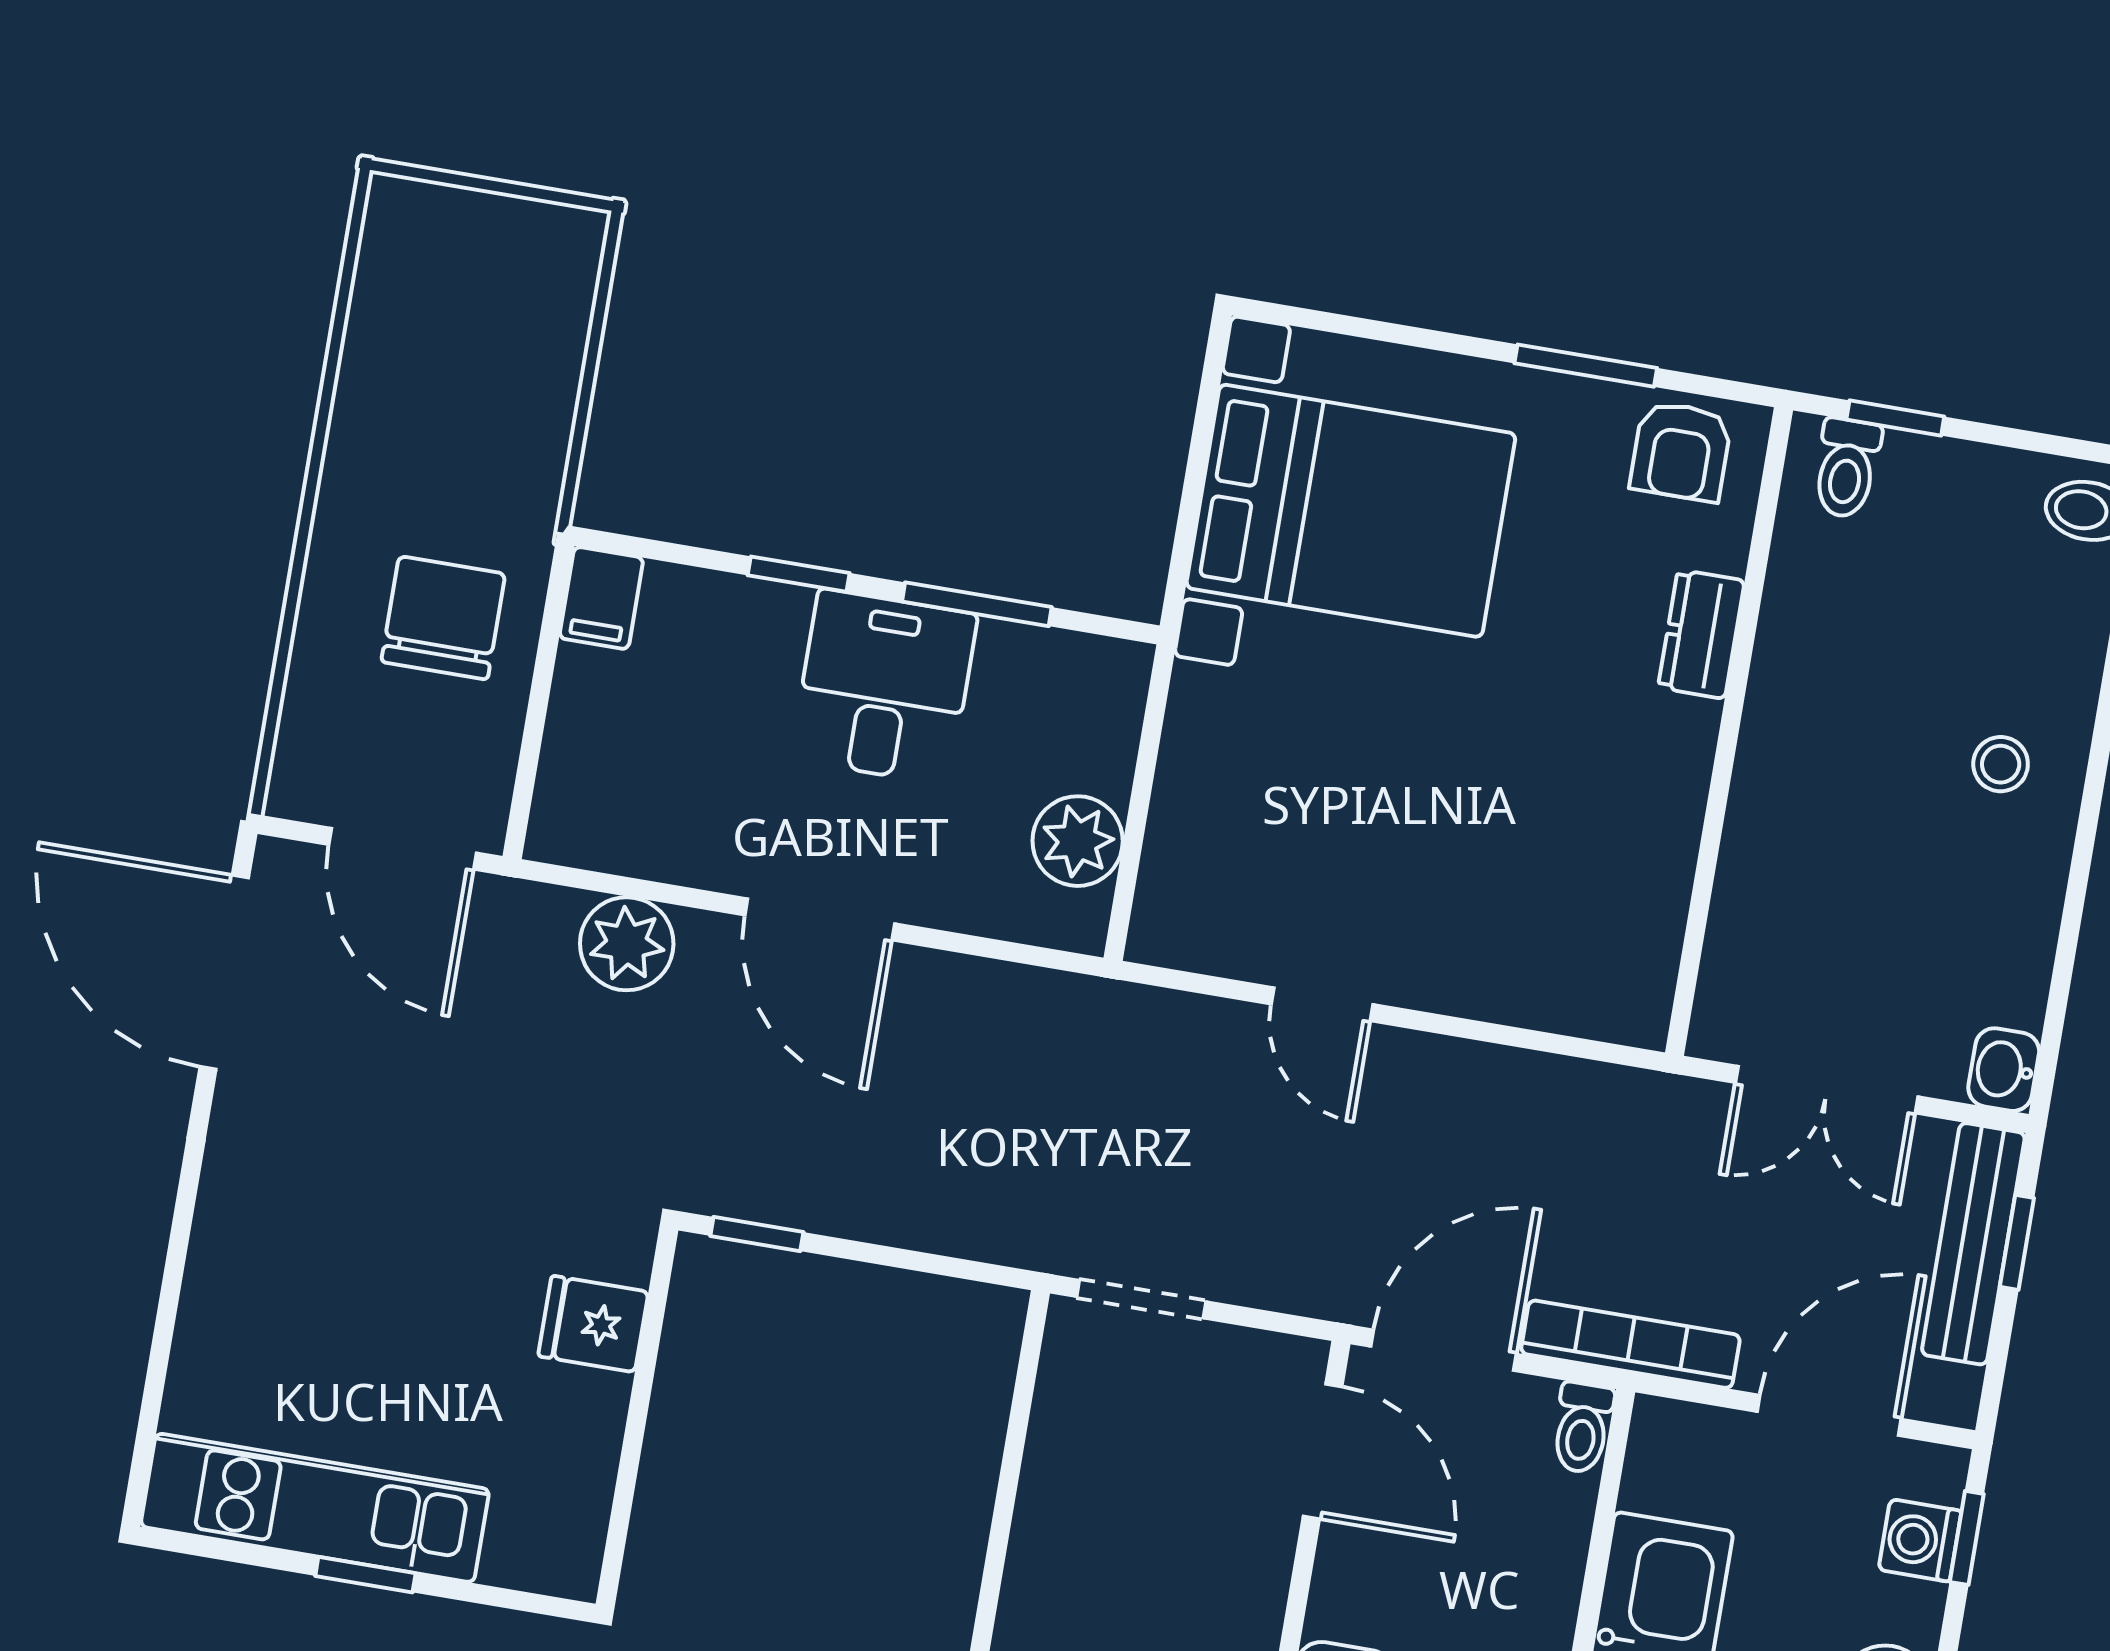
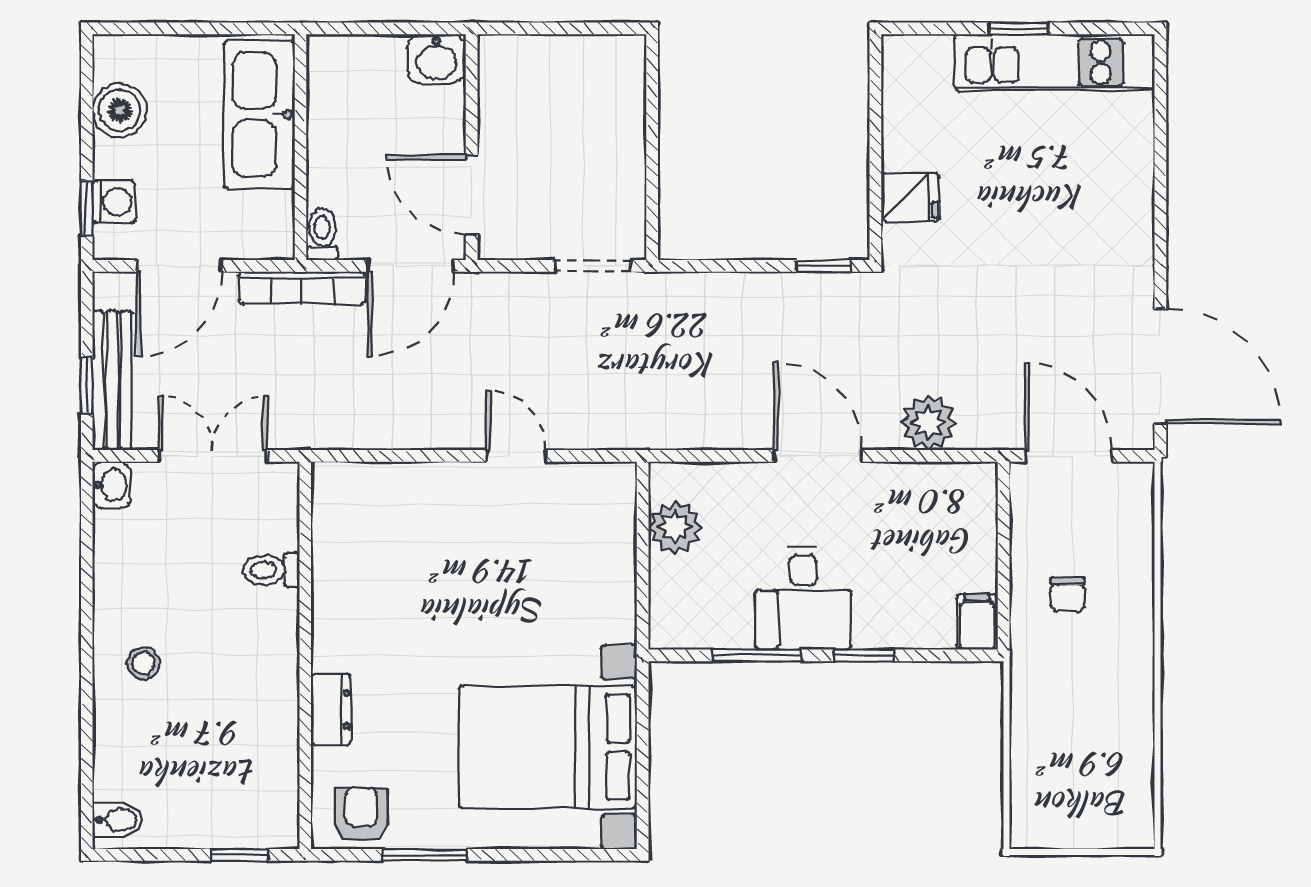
toilet: (1847, 468) -> (271, 570), moved, turned -90
chair: (443, 618) -> (1067, 595), width x0.54, depth x0.54

